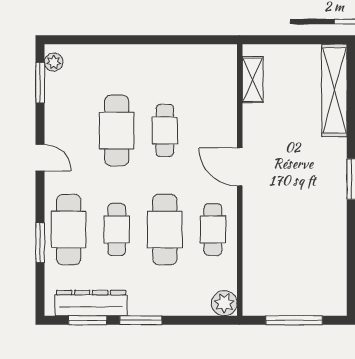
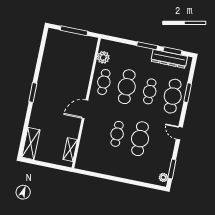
shelving: (334, 90) -> (31, 143), width x0.68
door: (240, 167) -> (85, 109), swing flipped
plant: (224, 303) -> (103, 57), moved

